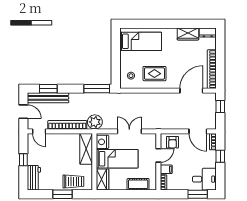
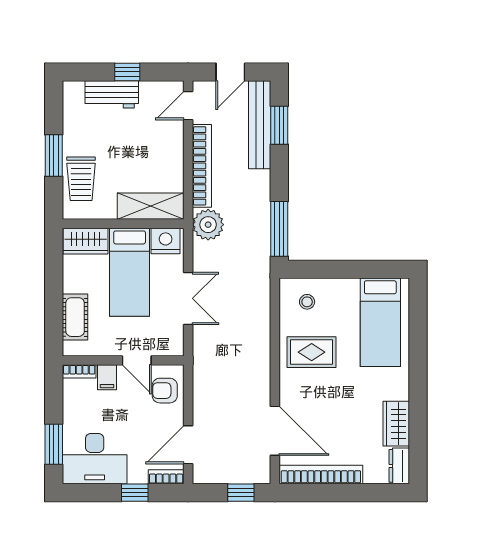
rug: (154, 74) -> (312, 352), turned 90
workbench: (34, 178) -> (112, 94), moved
desk: (204, 179) -> (95, 459), width x1.37

